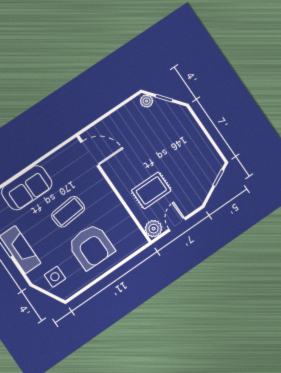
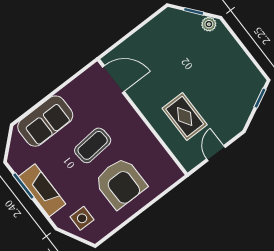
plant: (146, 101) -> (209, 24), moved
rug: (151, 190) -> (185, 116), turned 90
plant: (154, 229) -> (189, 159), removed

